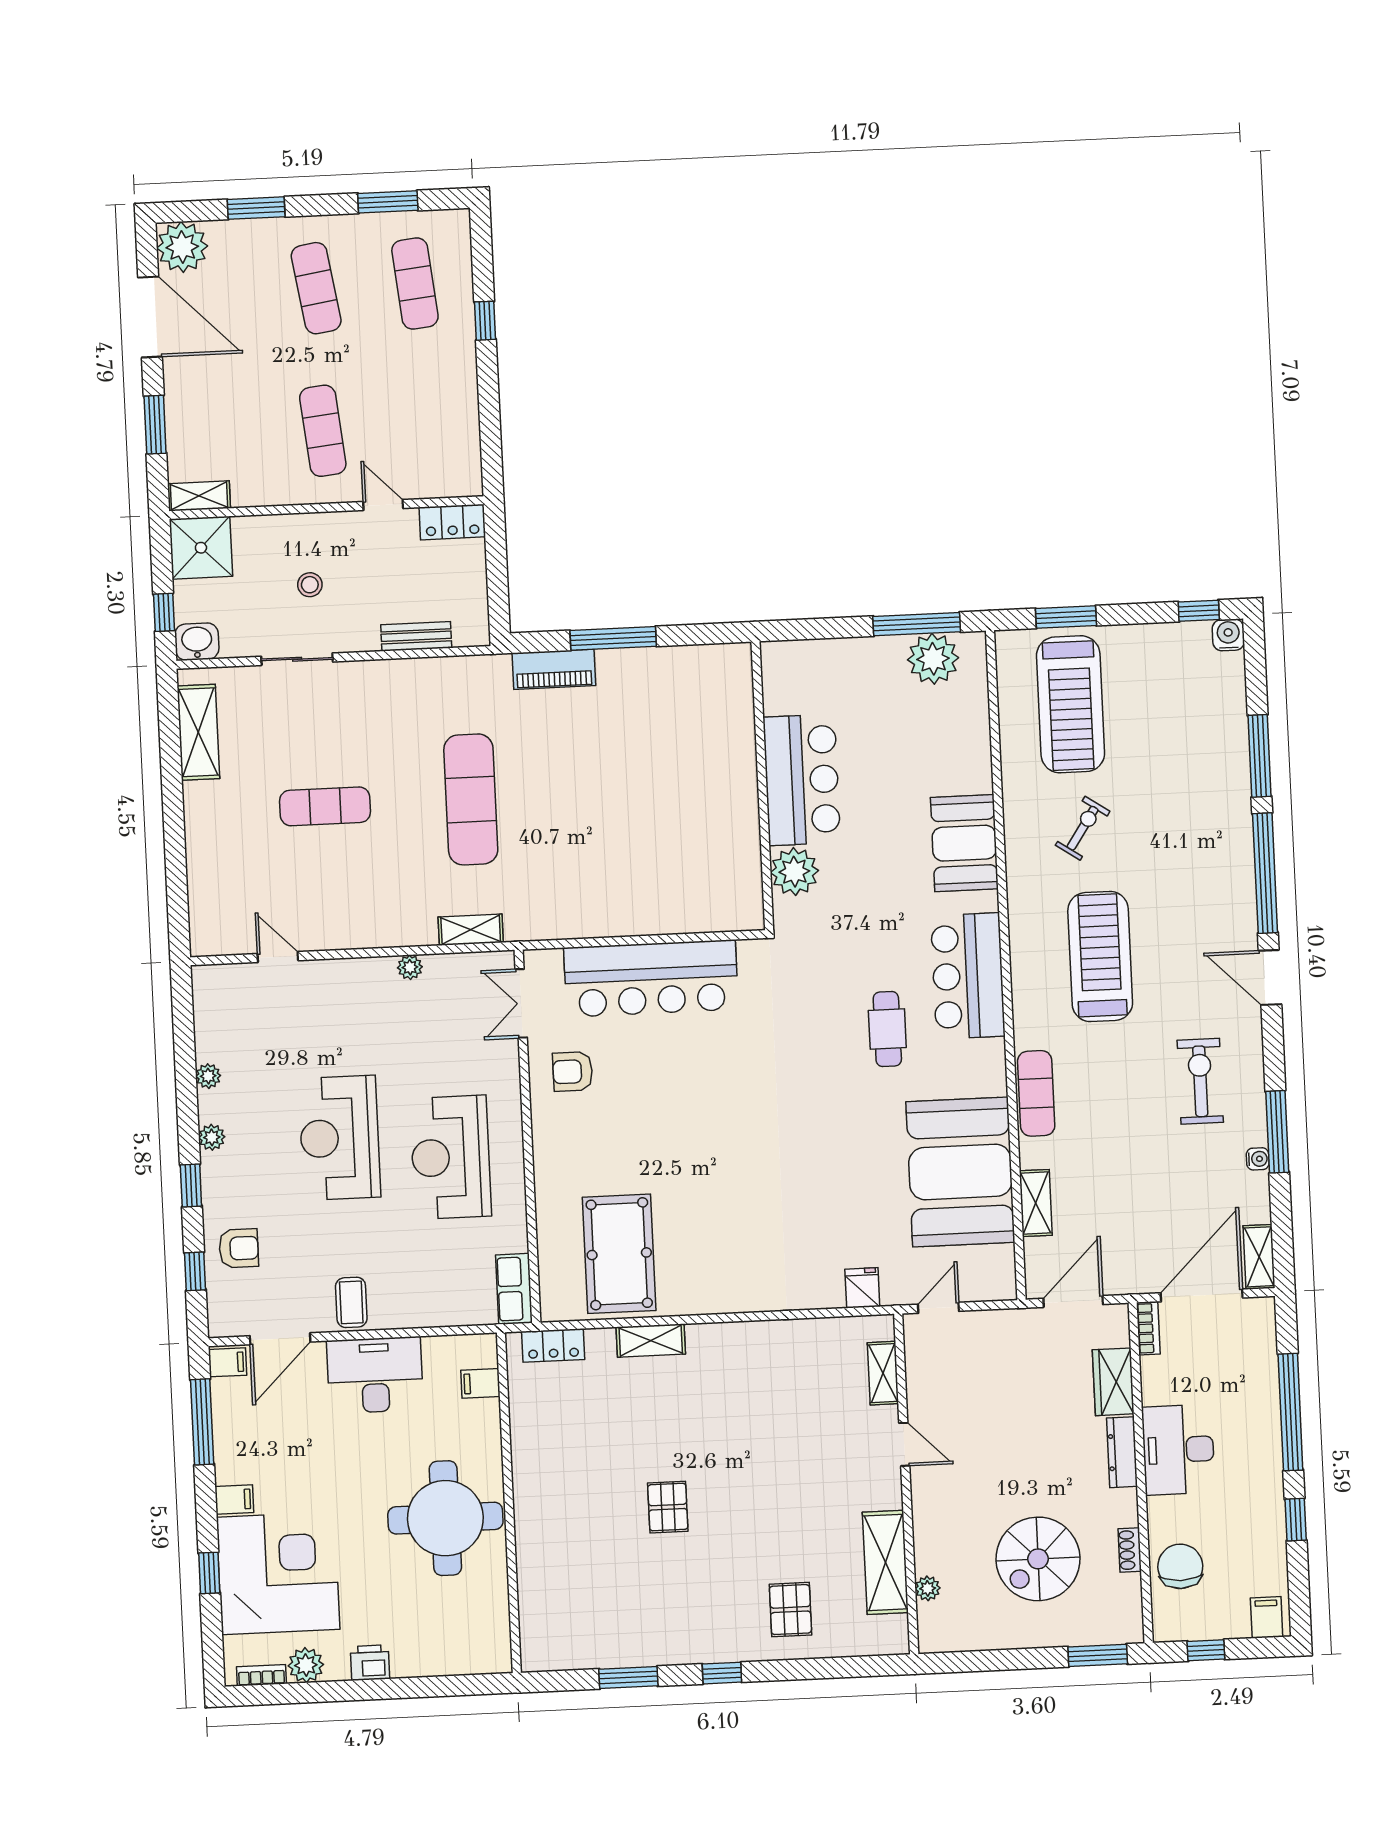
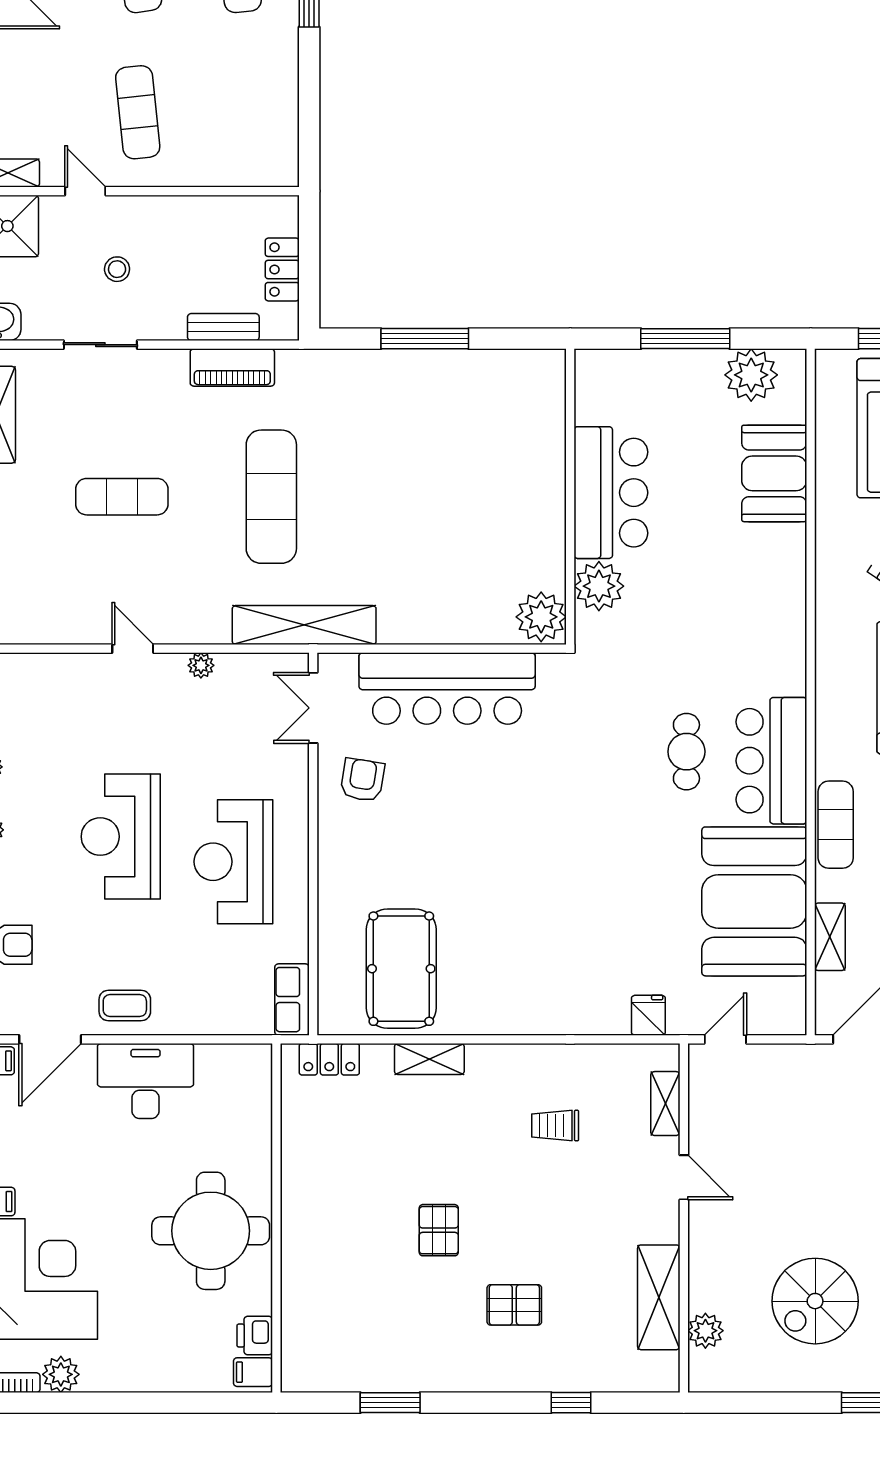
door: (383, 505) -> (85, 191), moved
locker: (452, 522) -> (282, 269), moved, turned 90
window: (917, 624) -> (685, 339), moved
piano: (554, 669) -> (232, 367), moved
booth: (964, 843) -> (774, 473), moved
plant: (739, 904) -> (541, 617), added
shelving: (471, 930) -> (304, 625), width x2.20, depth x1.33
door: (278, 957) -> (133, 649), moved
bar counter: (968, 976) -> (771, 761), moved
armchair: (573, 1072) -> (362, 780), turned 99
coffee table: (351, 1302) -> (125, 1005), turned 90
filing cabinet: (480, 1383) -> (253, 1372), moved
trolley: (776, 1400) -> (555, 1126), added
plant: (928, 1588) -> (705, 1331), width x1.38, depth x1.38
pallet: (790, 1610) -> (514, 1305), moved, turned 90
printer: (370, 1663) -> (255, 1336), moved, turned -90
window: (722, 1673) -> (571, 1403), moved

